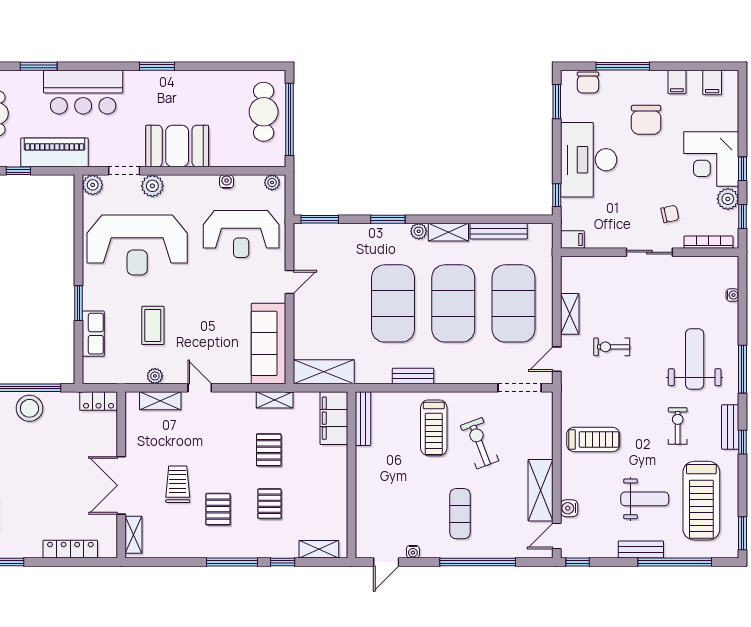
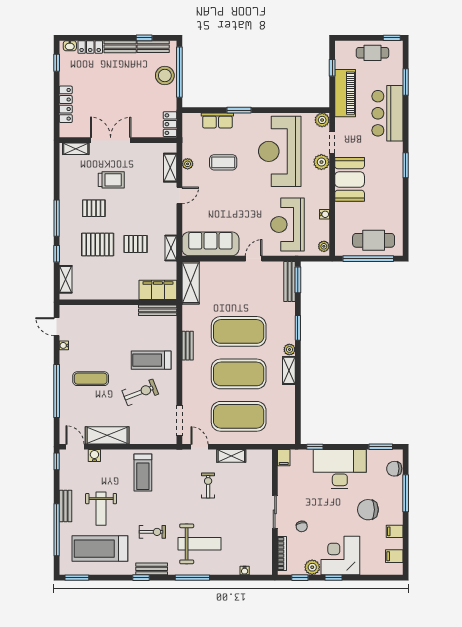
bench: (499, 231) -> (290, 281), moved
door: (290, 282) -> (254, 259), swing flipped
pallet: (269, 504) -> (98, 244), width x1.50, depth x1.42

